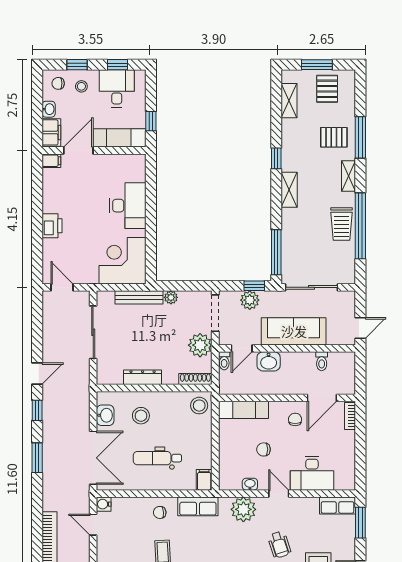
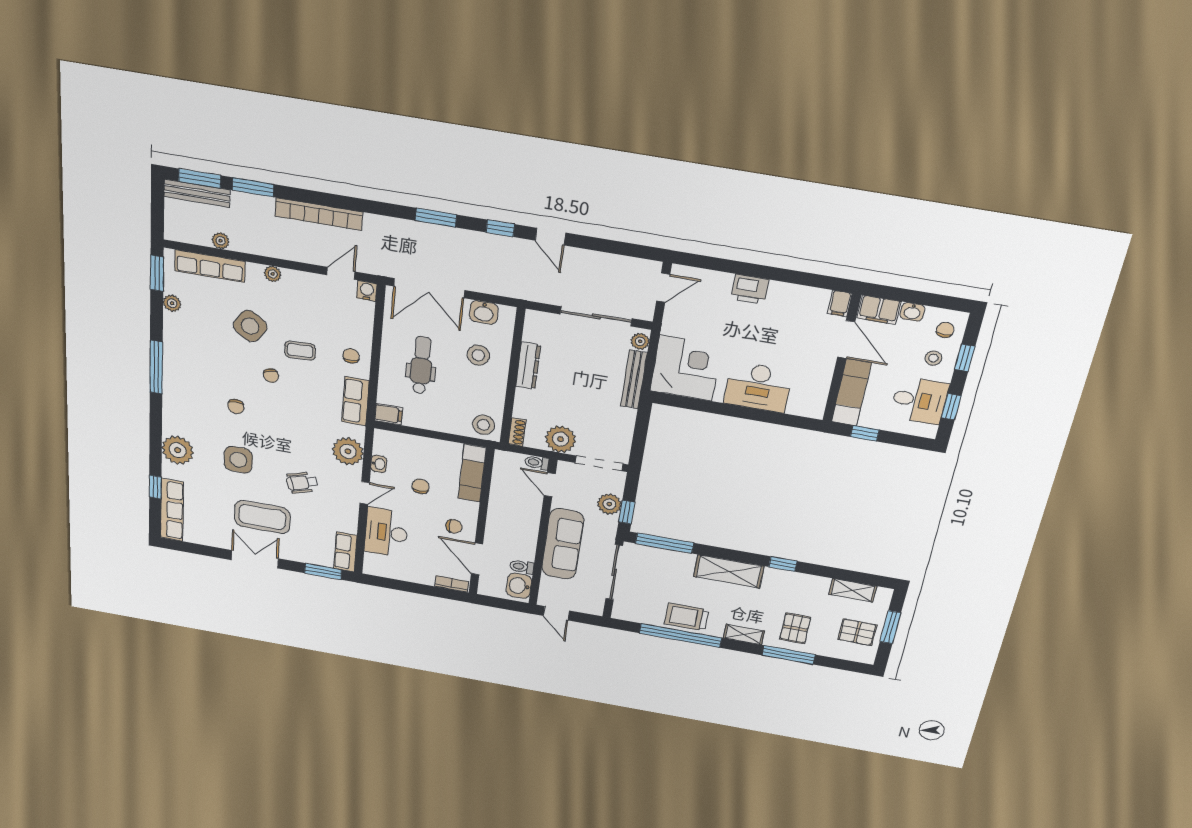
shelving: (289, 190) -> (729, 571), width x1.50, depth x1.33
plant: (171, 297) -> (640, 341), moved
washbasin: (269, 361) -> (519, 586), moved
shoe rack: (195, 379) -> (517, 432), width x0.70

